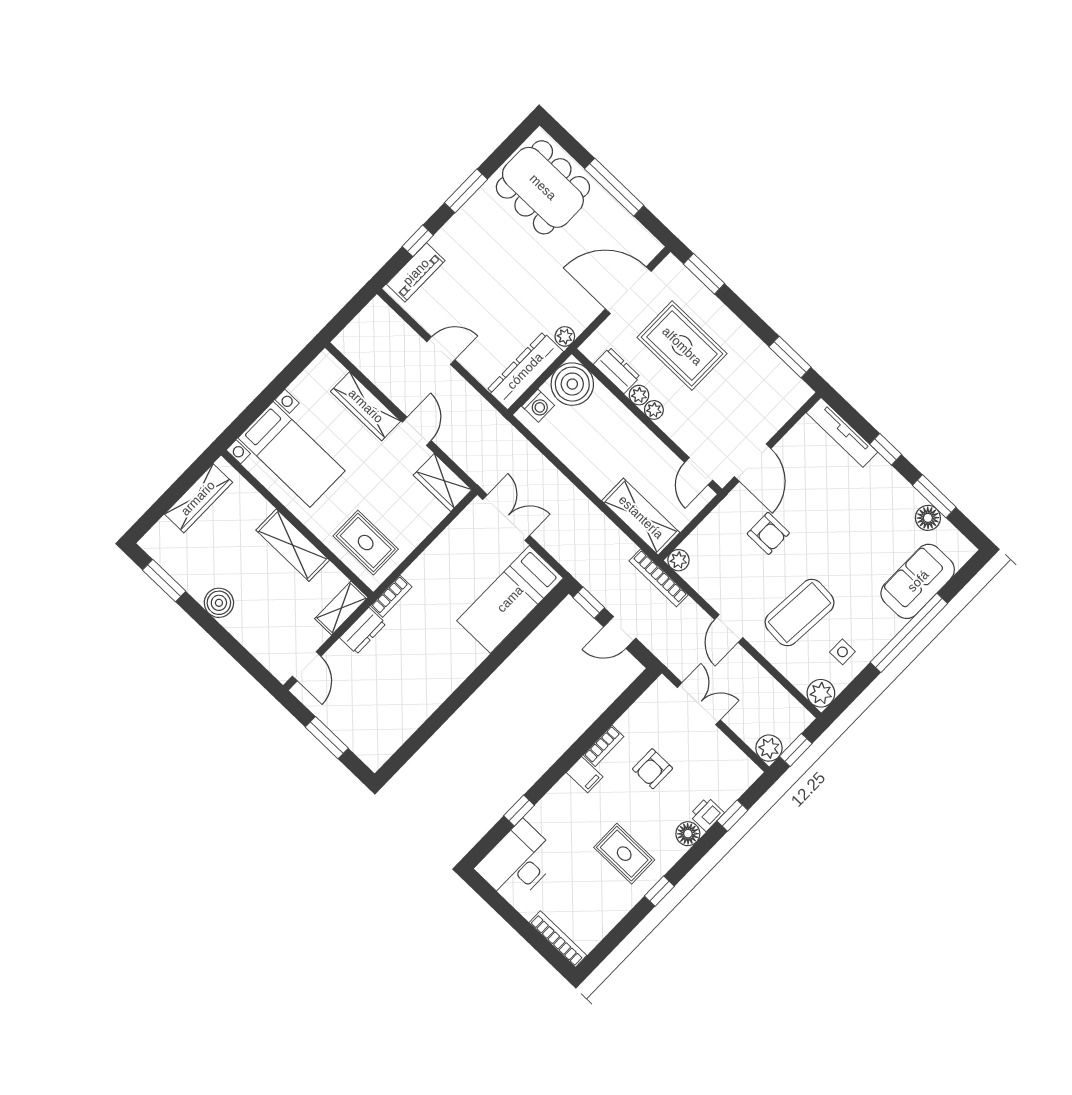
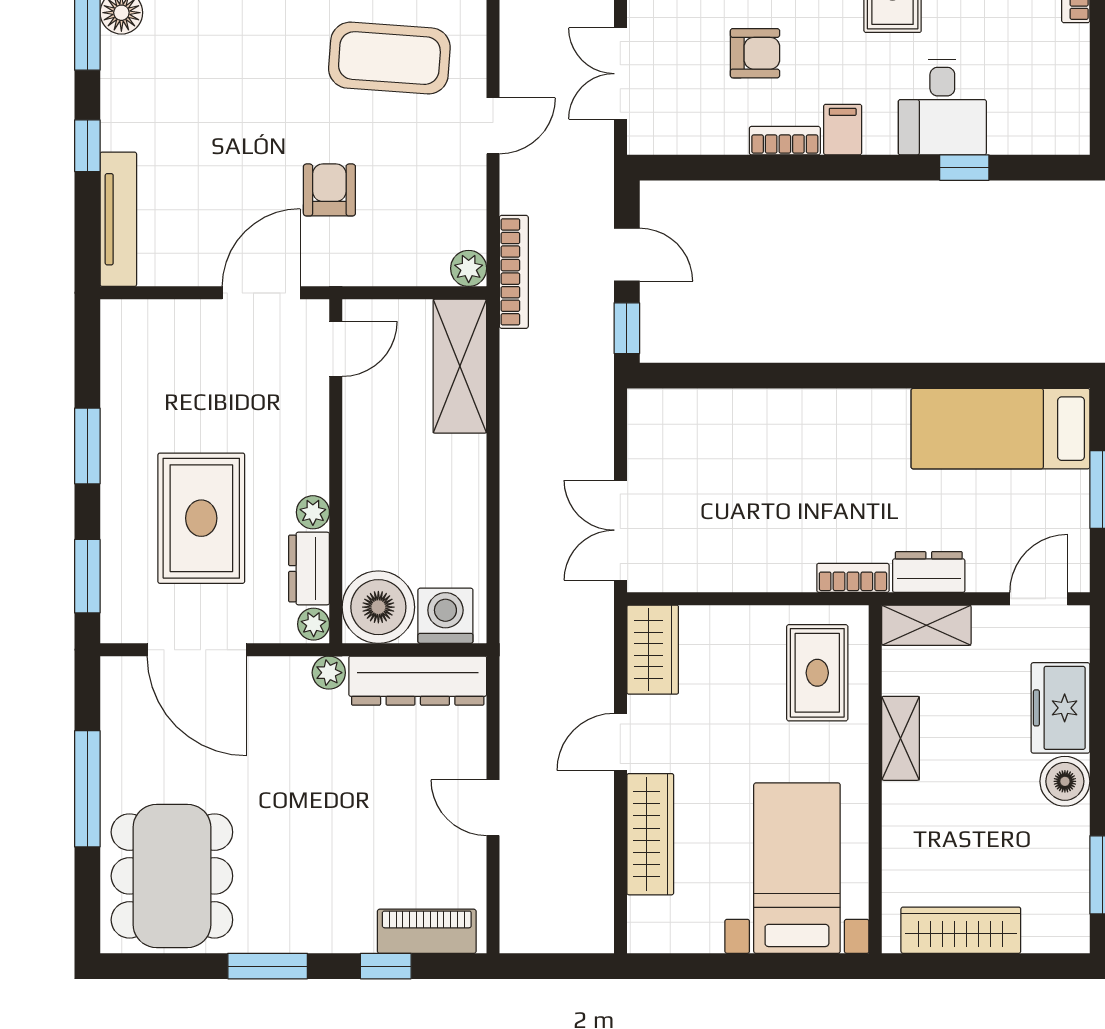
window: (790, 357) -> (87, 446), moved
washing machine: (538, 406) -> (445, 616), width x1.38, depth x1.38
plant: (654, 410) -> (314, 624), moved
shelving: (293, 545) -> (901, 738), width x0.67, depth x0.75
bed: (510, 599) -> (1000, 429), moved, turned 180
freezer: (252, 631) -> (1060, 708), added
desk: (518, 863) -> (942, 107), moved, width x0.73

